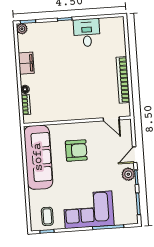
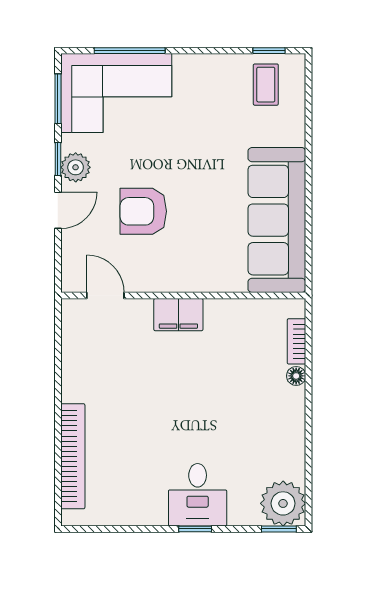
plant: (22, 29) -> (283, 503), width x1.88, depth x1.88
desk: (87, 33) -> (198, 495), moved
filing cabinet: (26, 63) -> (178, 315), moved, turned -90
bookcase: (123, 80) -> (73, 456), moved
armchair: (76, 150) -> (143, 211), moved
corner sofa: (89, 210) -> (116, 93), moved

